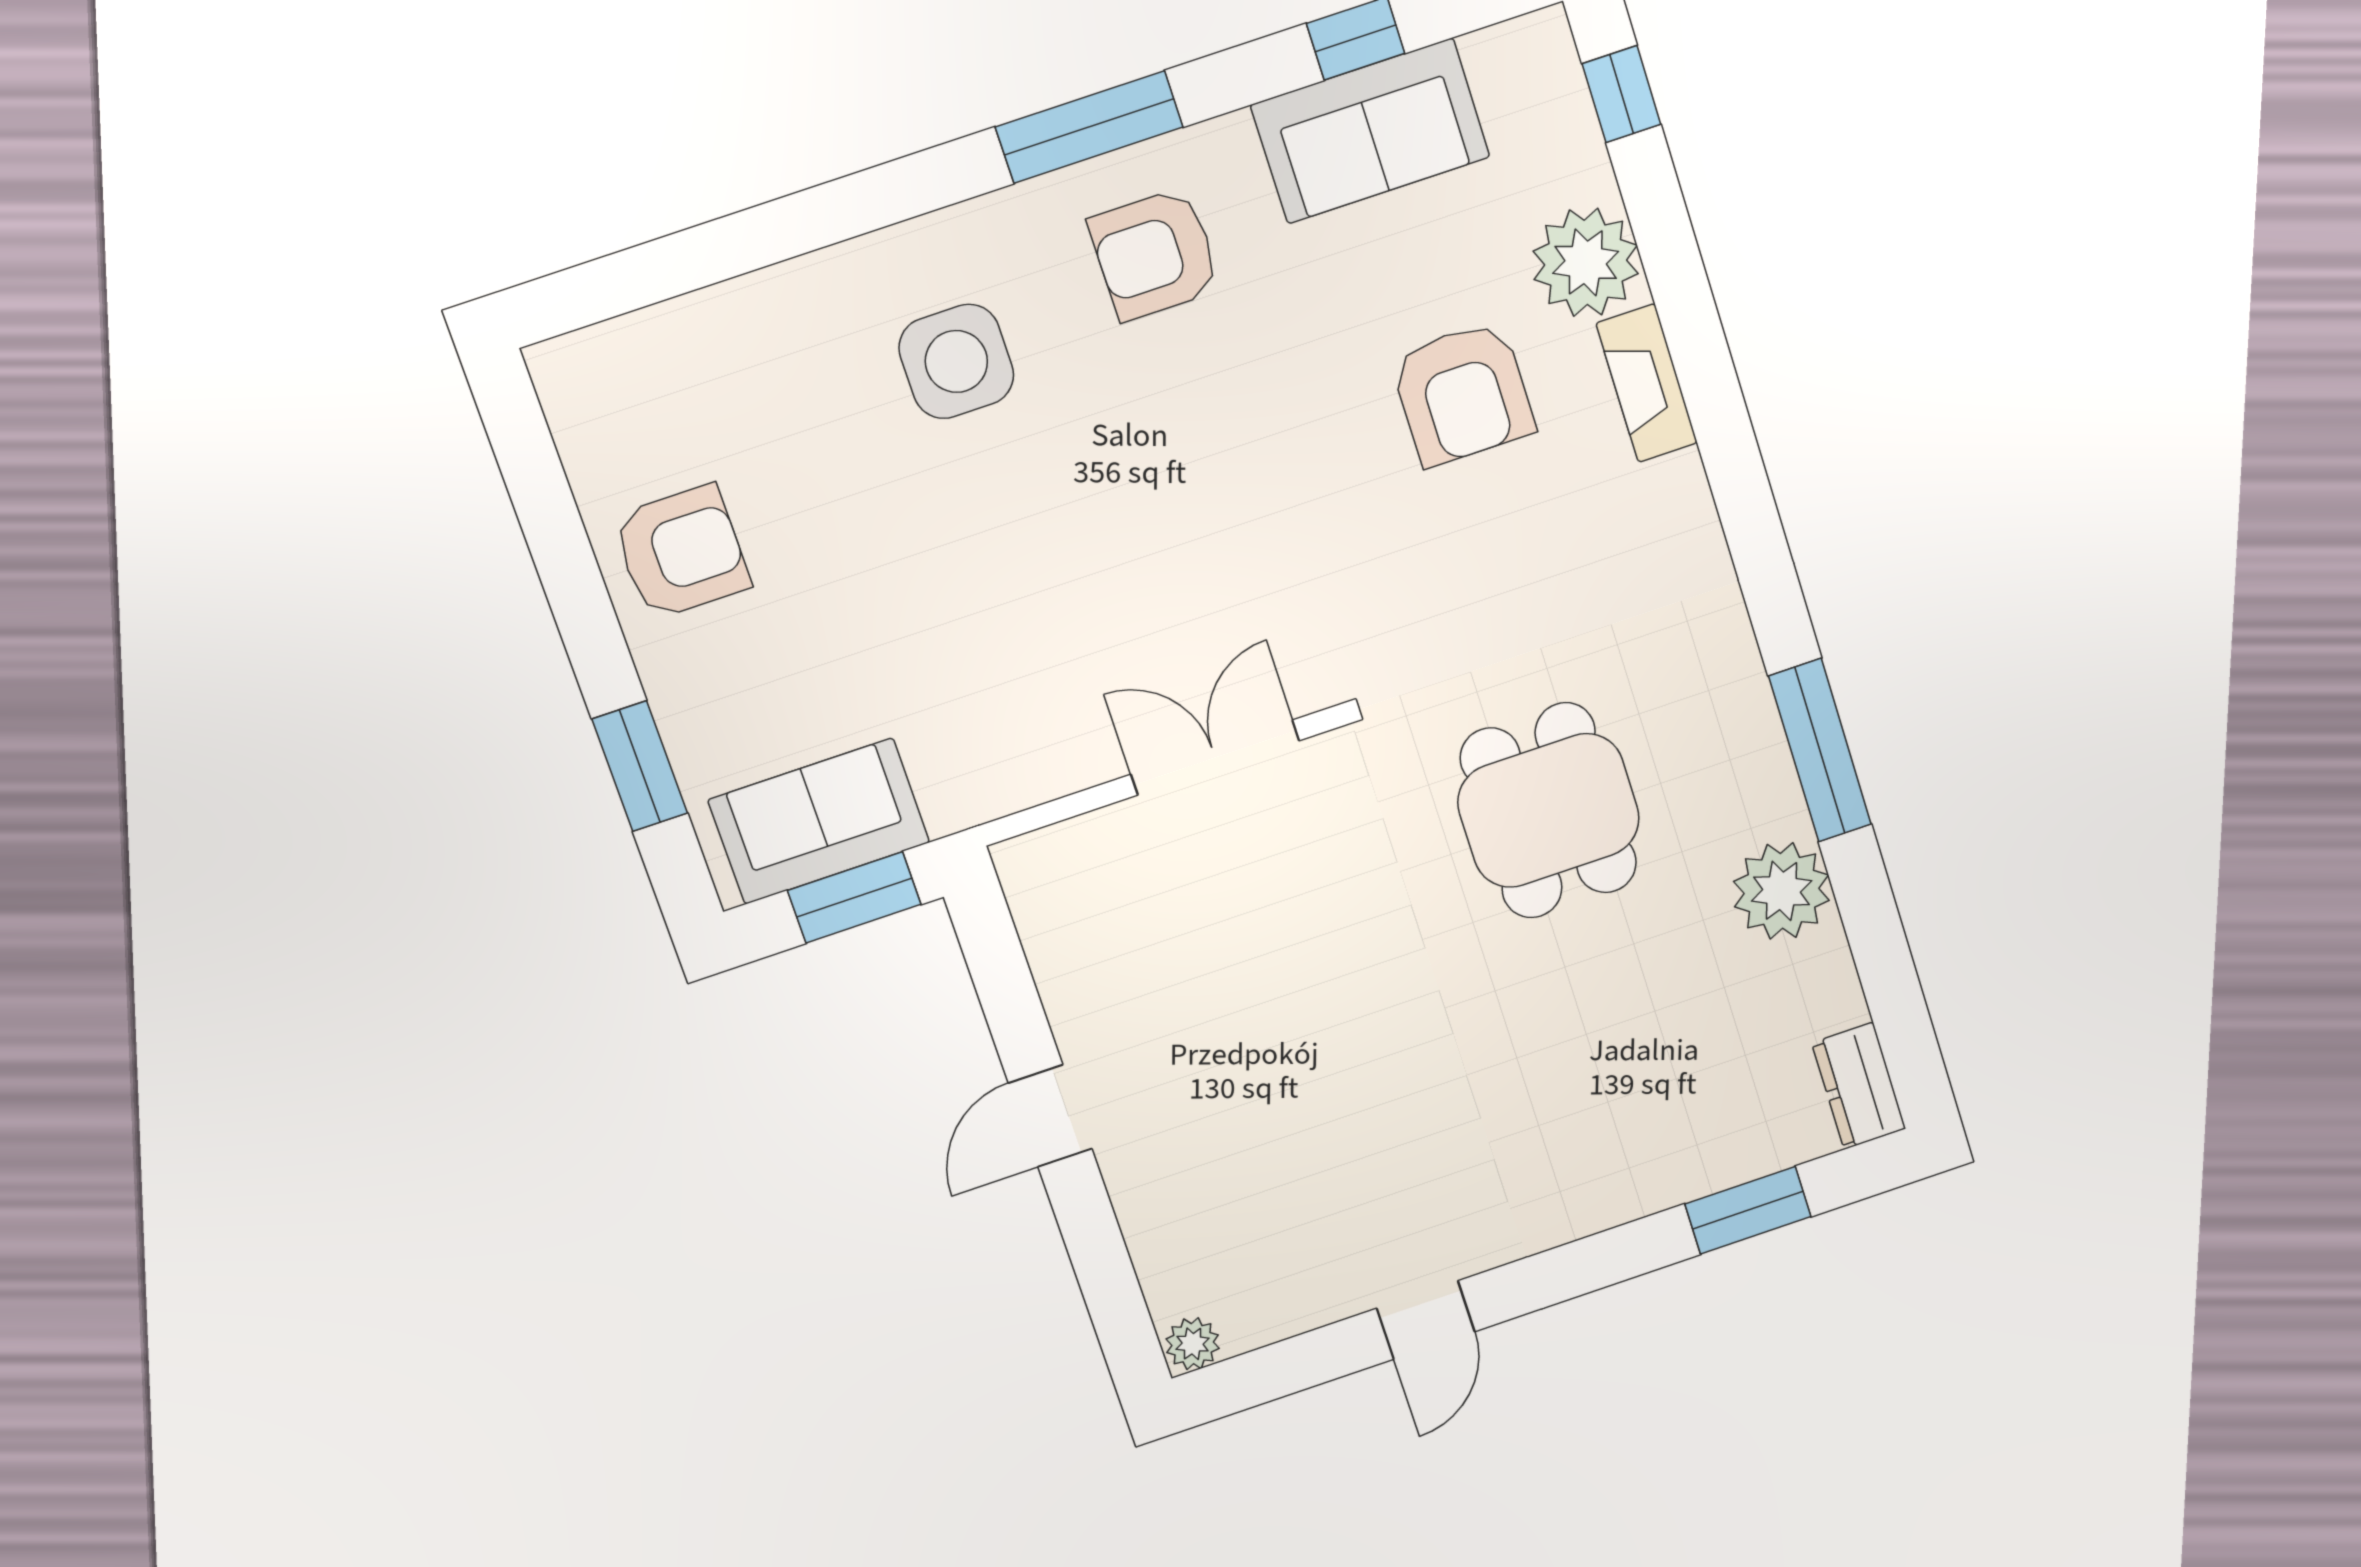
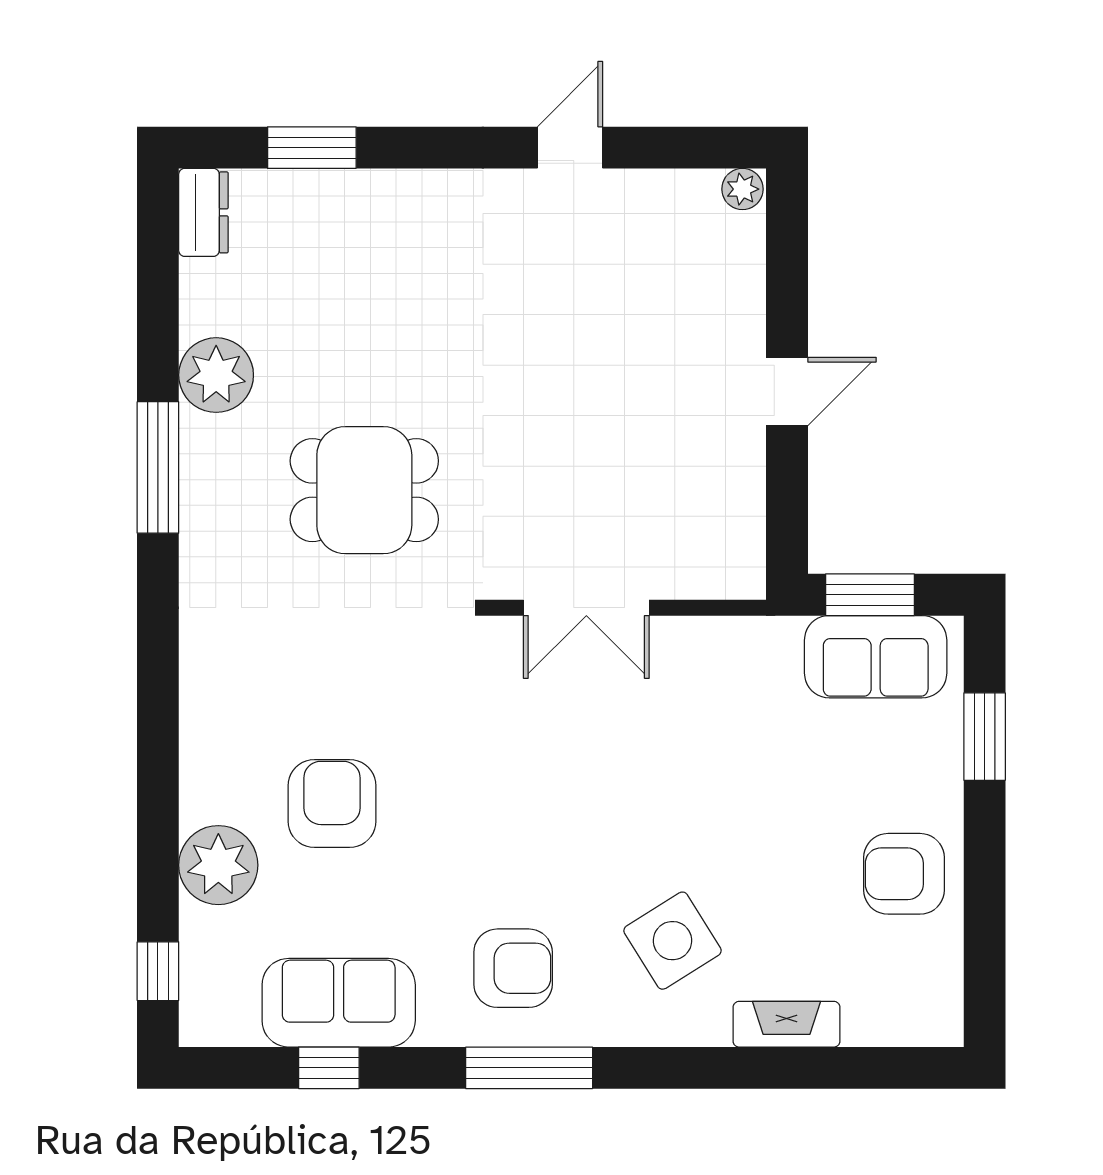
side table: (956, 361) -> (672, 941), turned -32
fireplace: (1647, 383) -> (787, 1024), moved, turned -90
dining table: (1548, 811) -> (364, 490), turned 90

